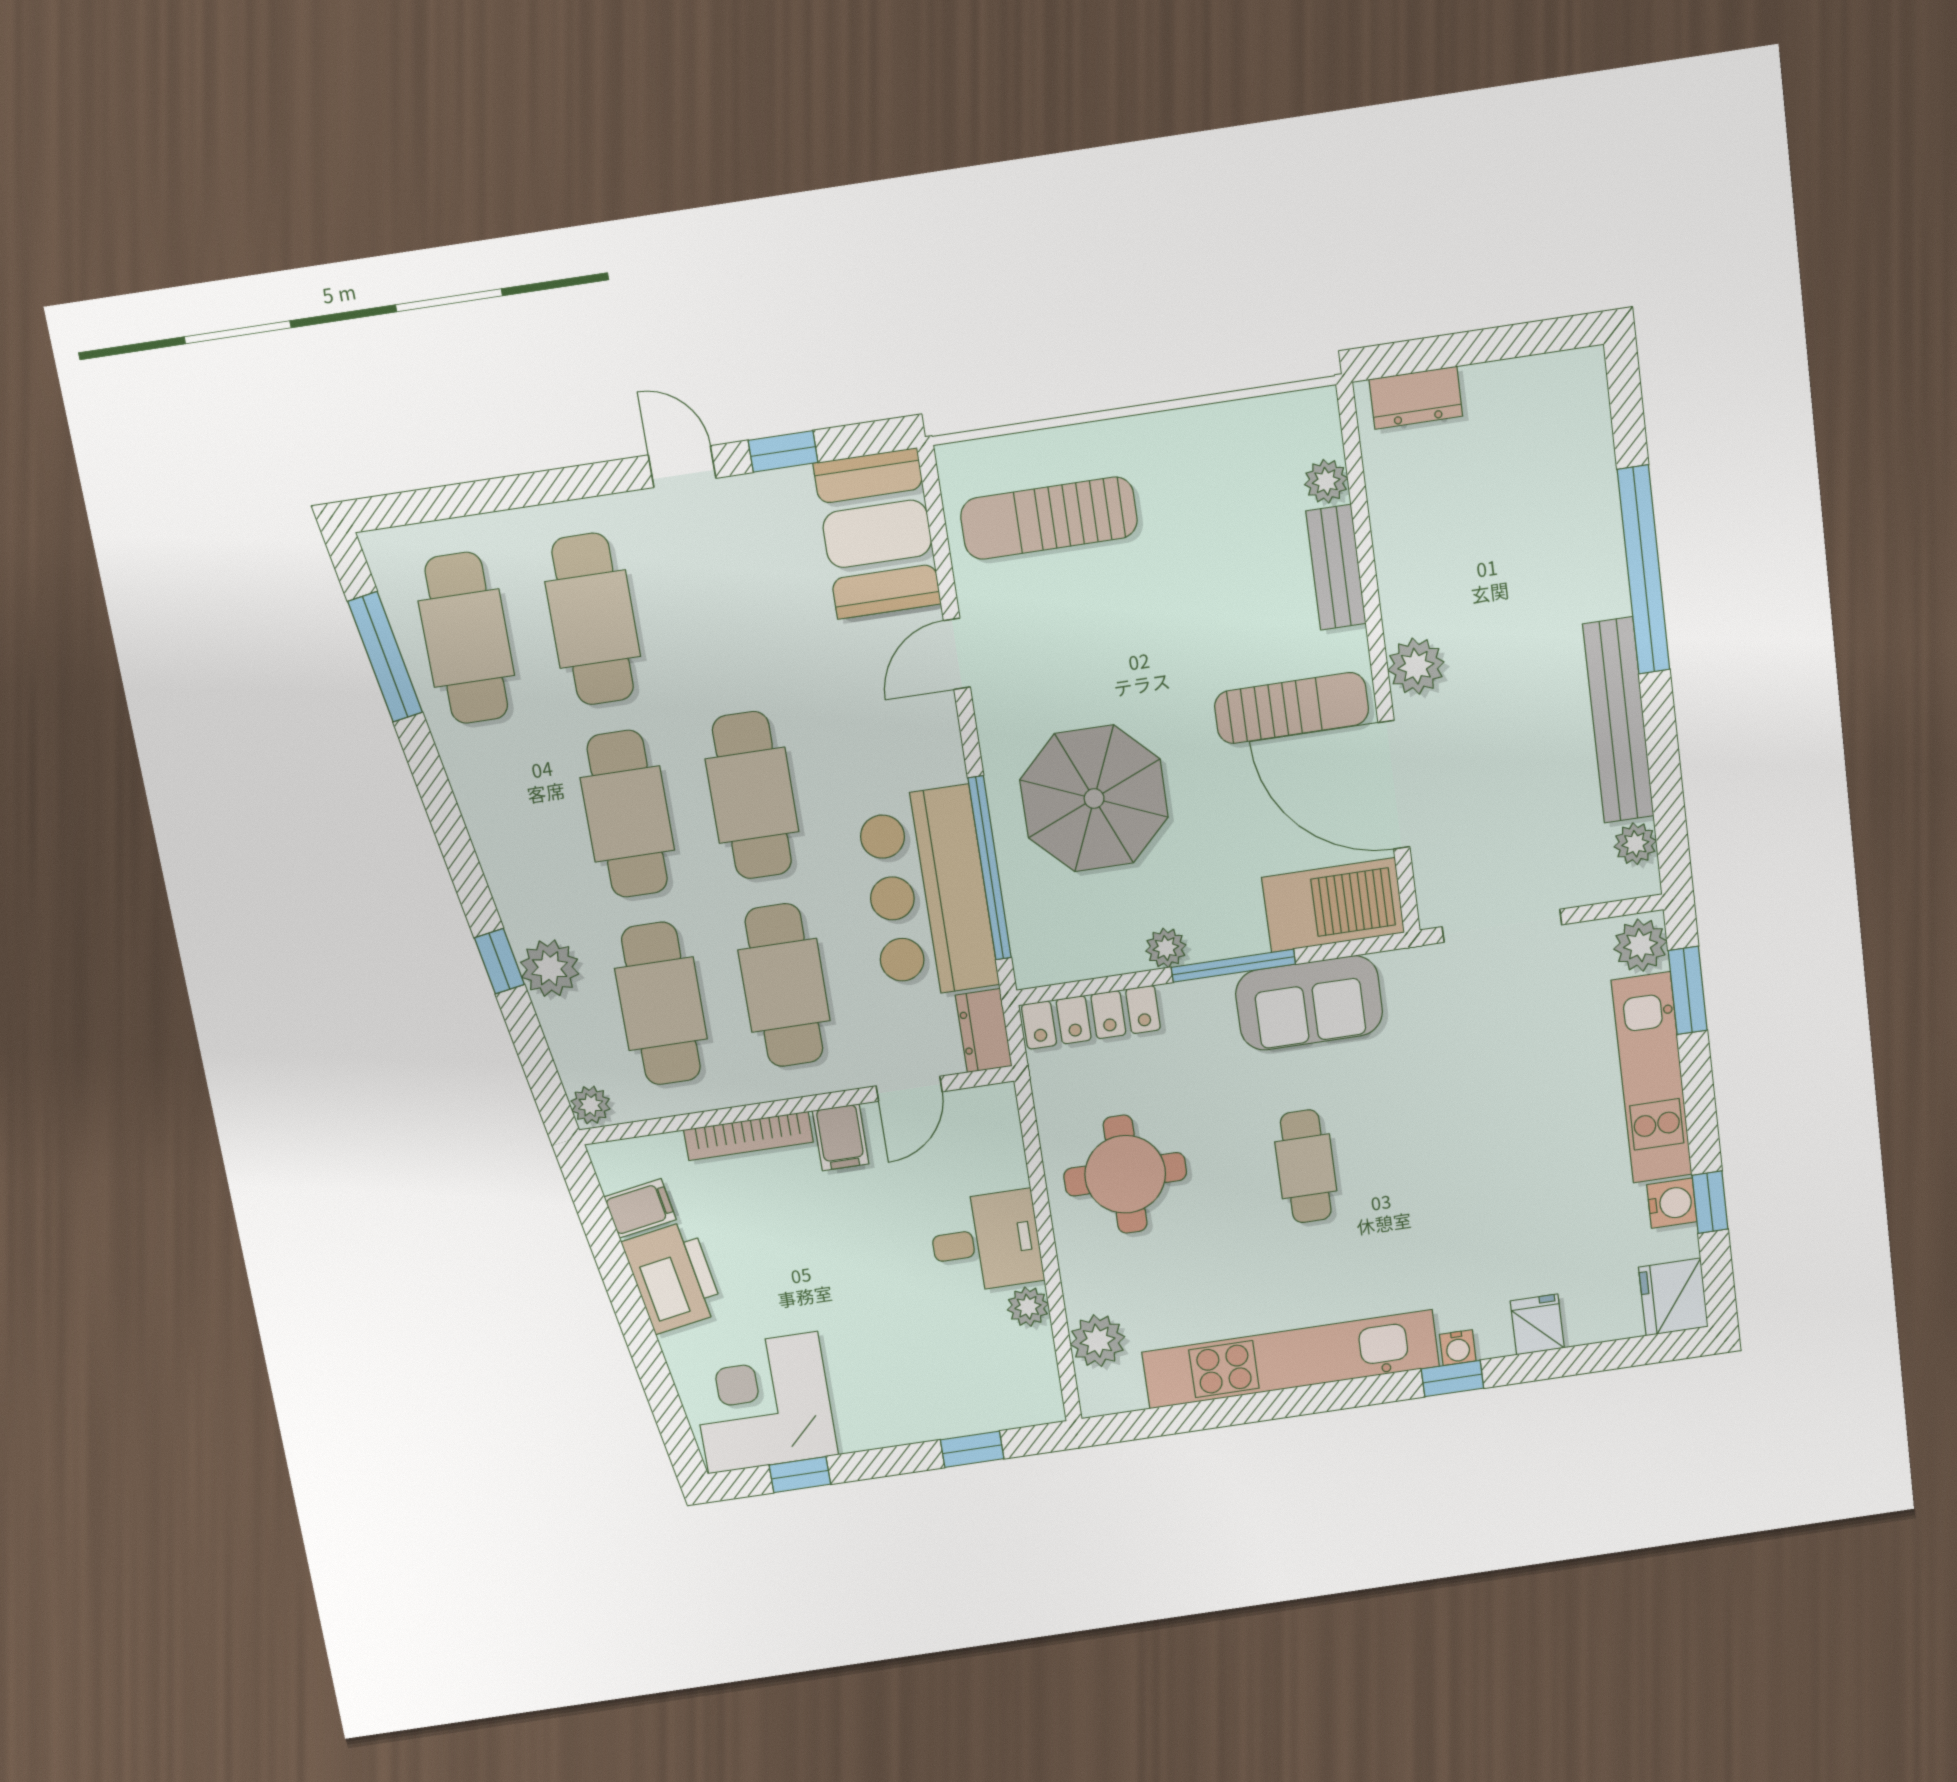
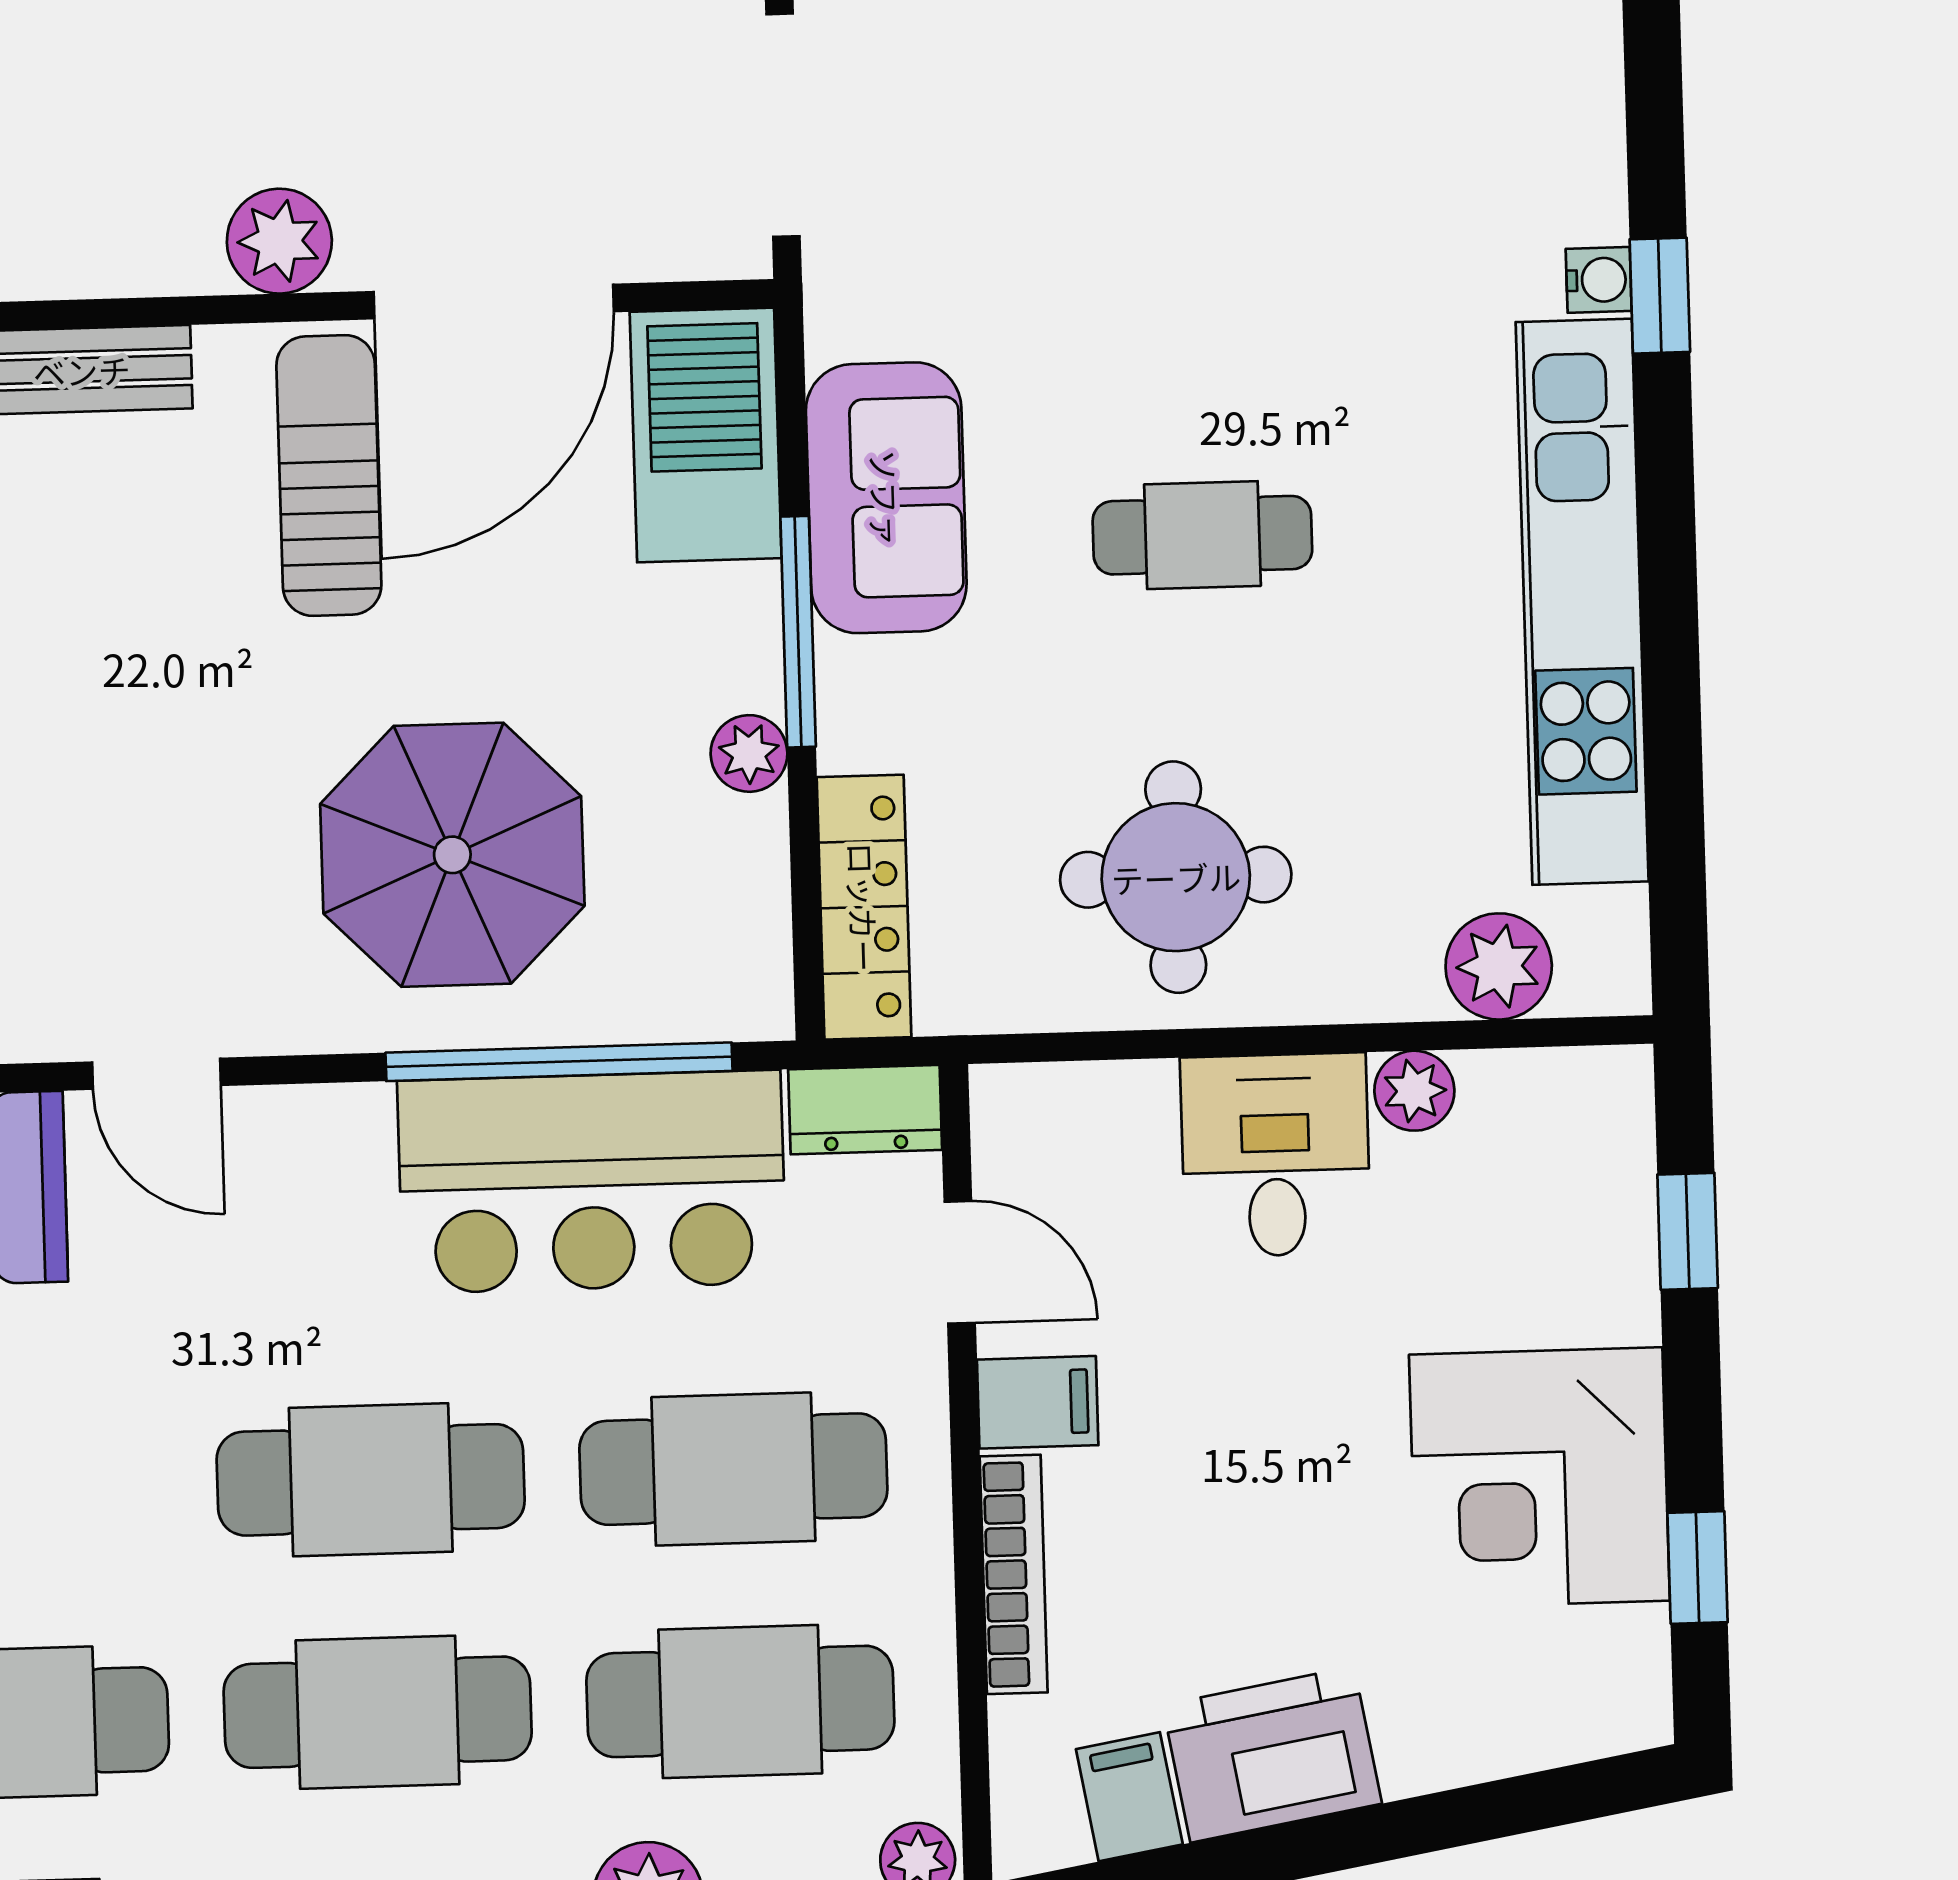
fridge: (1537, 1324) -> (1571, 124), removed
corner desk: (763, 1403) -> (1539, 1478), moved

